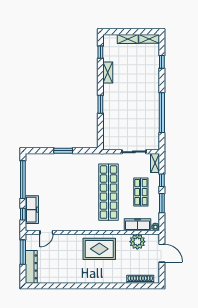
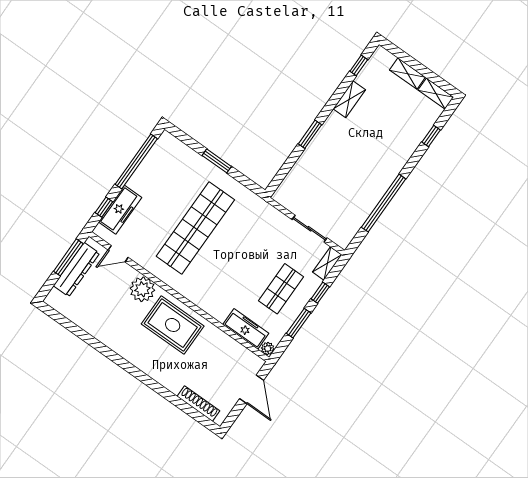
shop shelf: (109, 192) -> (195, 228), moved
plant: (137, 242) -> (142, 289), moved
dresser: (31, 267) -> (76, 270), moved

